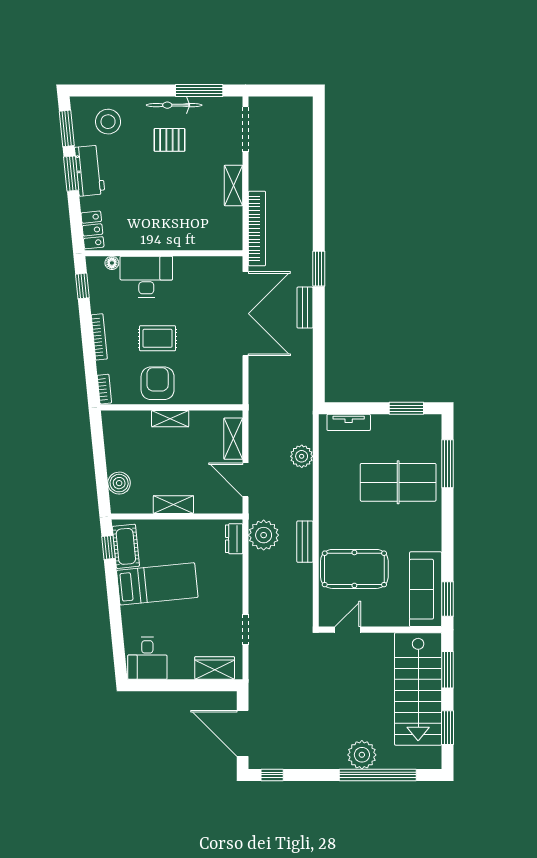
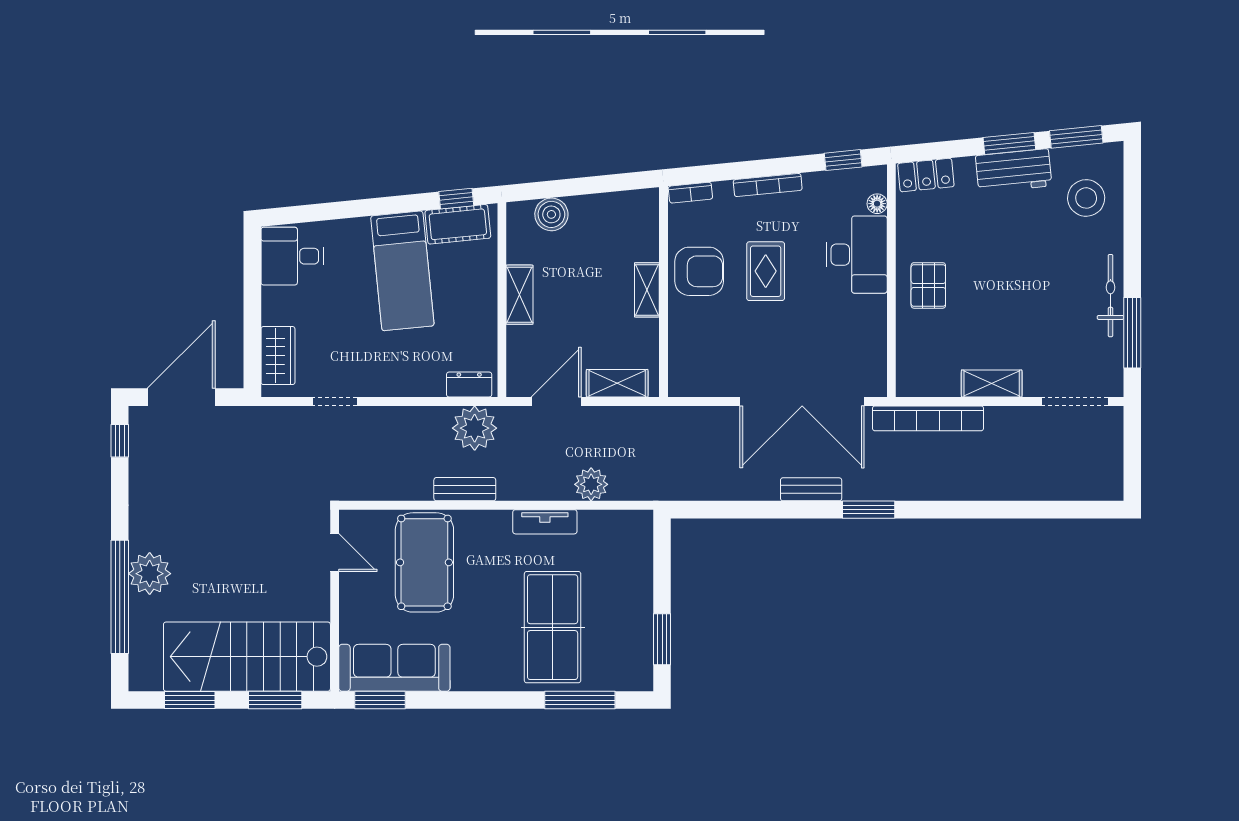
pallet: (169, 140) -> (928, 285), moved
tv unit: (349, 422) -> (545, 522), moved, turned -90

